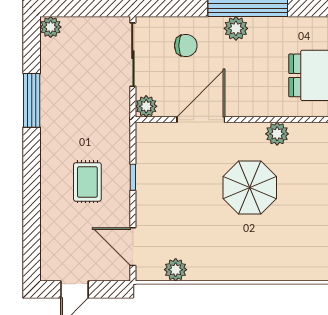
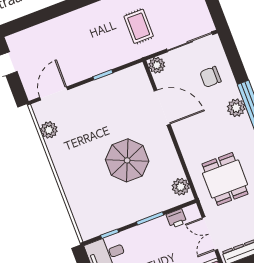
chair: (186, 46) -> (210, 77), turned 90
plant: (277, 134) -> (181, 187), moved
rug: (87, 182) -> (139, 26), moved, turned 90

